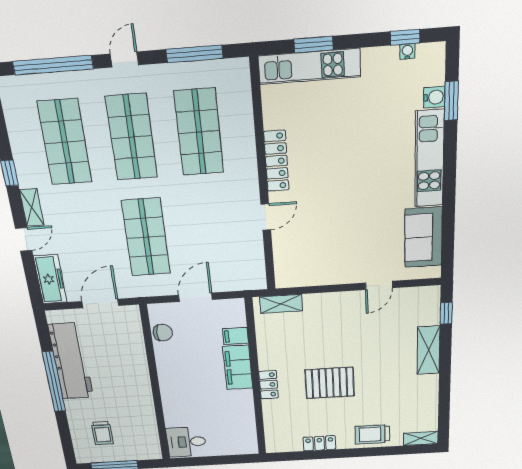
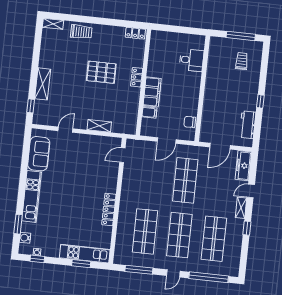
water cooler: (434, 97) -> (25, 238), moved
door: (266, 217) -> (122, 155), moved
shelving: (281, 304) -> (99, 126), moved
workbench: (71, 361) -> (248, 125), width x0.53, depth x0.76
window: (54, 382) -> (260, 101), width x0.32
desk: (186, 442) -> (191, 60), moved
locker: (319, 443) -> (135, 33), moved

